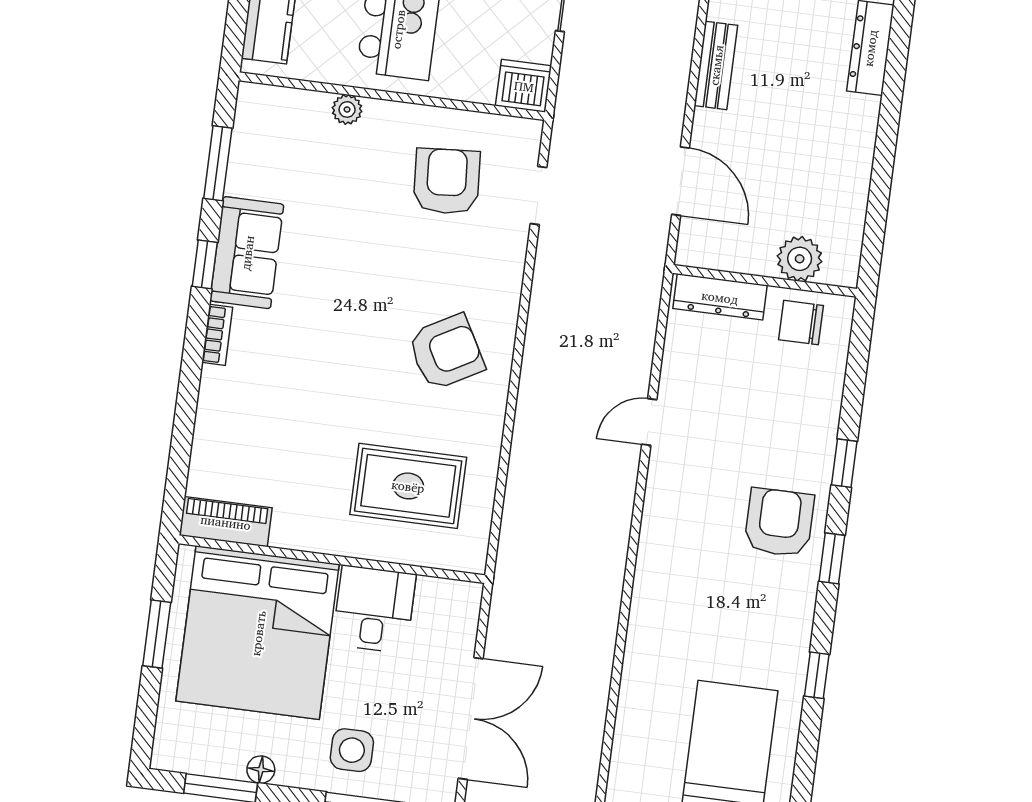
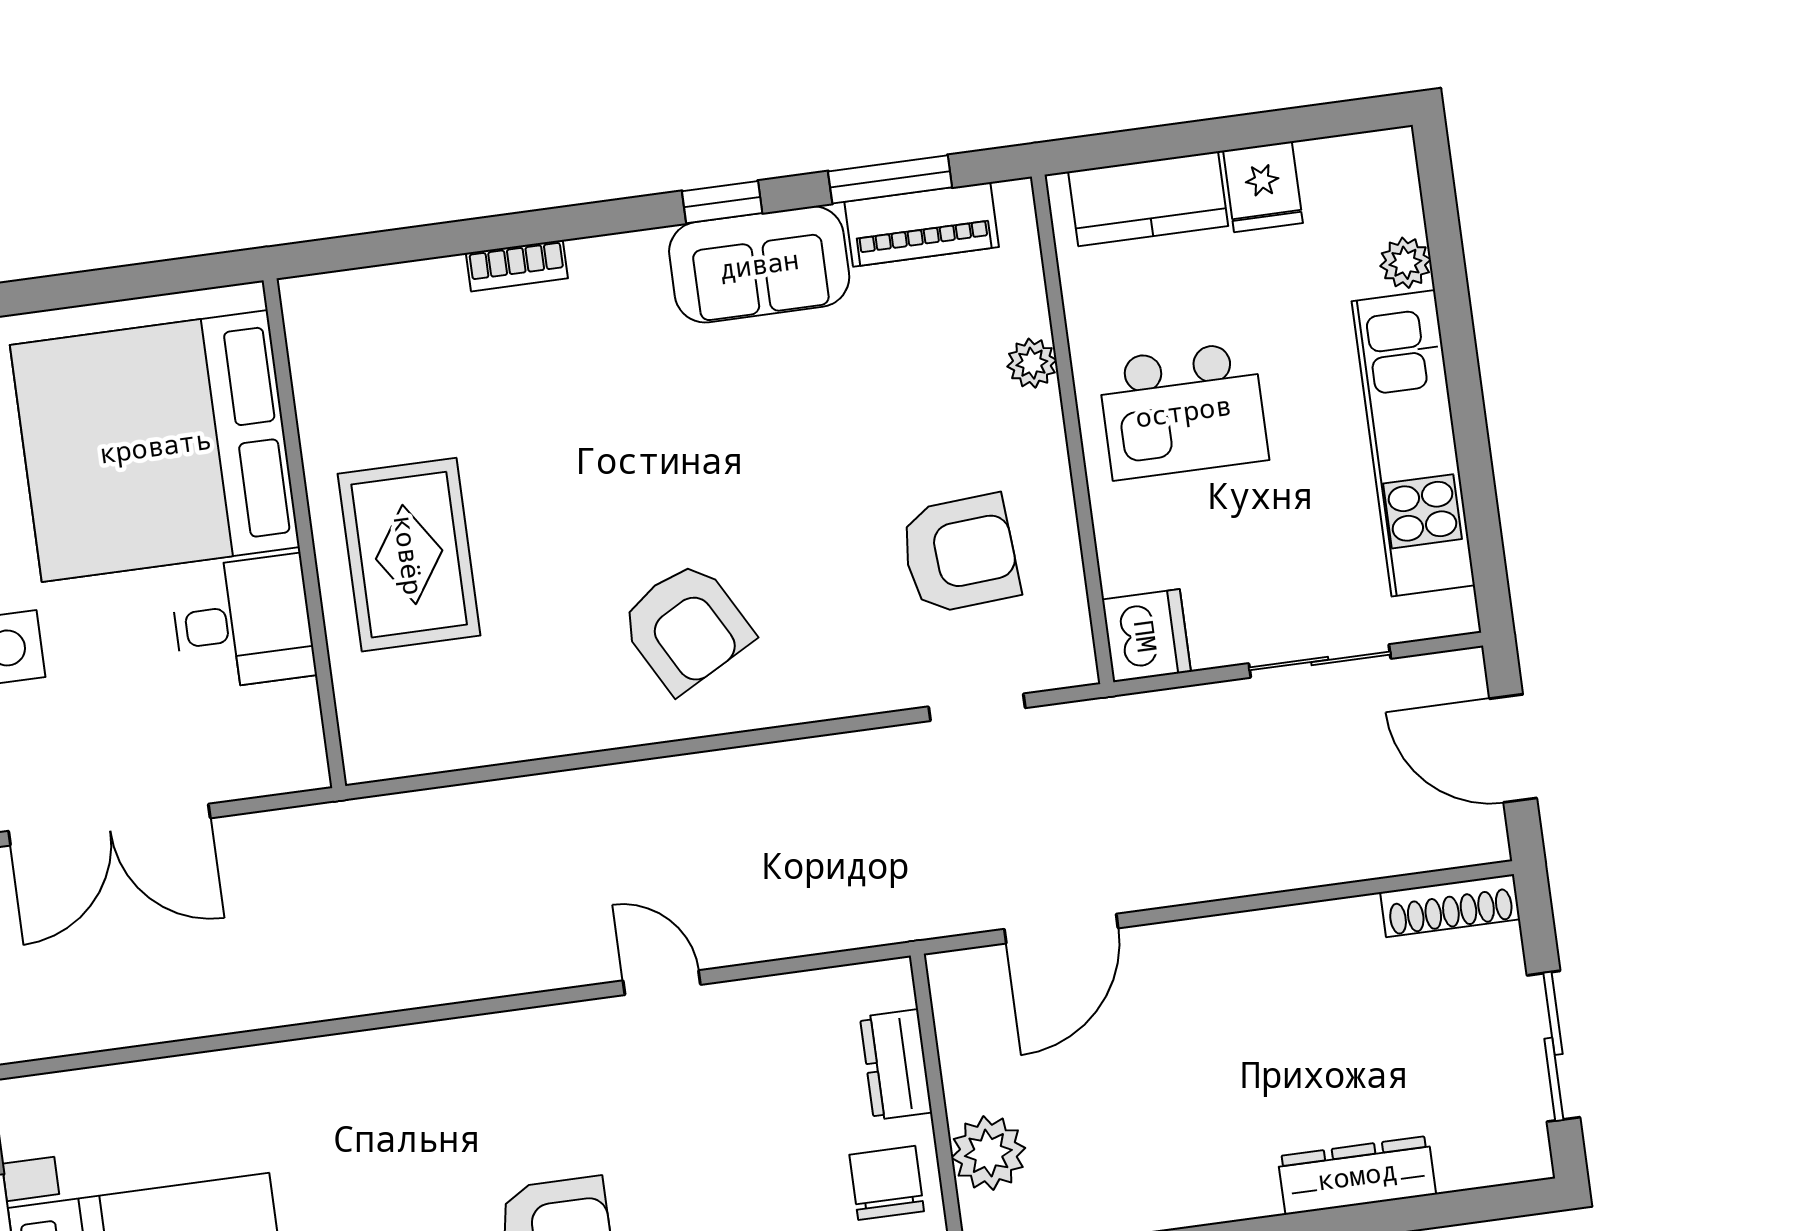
bench: (716, 65) -> (1262, 935), removed
dresser: (720, 297) -> (896, 1065), width x0.70
bookcase: (217, 335) -> (517, 266), moved
rug: (408, 486) -> (409, 555), moved
piano: (226, 522) -> (922, 224), moved, turned 90
window: (157, 634) -> (109, 285), removed

